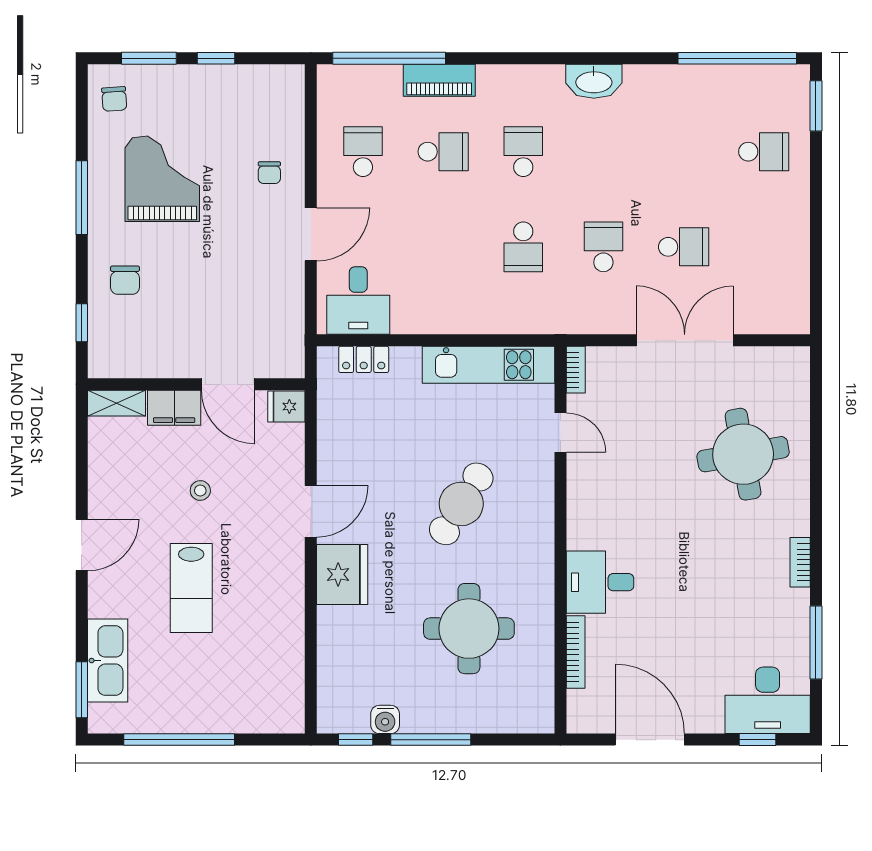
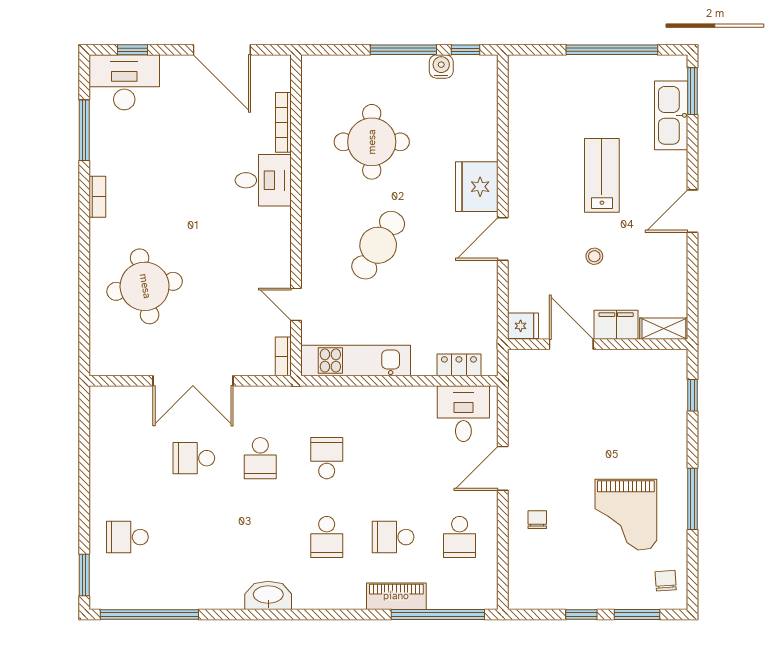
chair: (125, 280) -> (657, 431), removed

